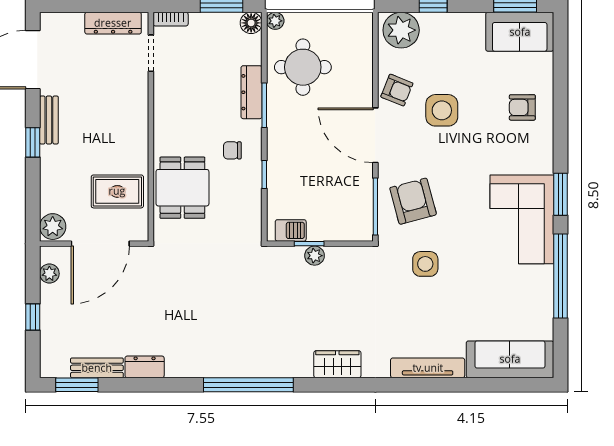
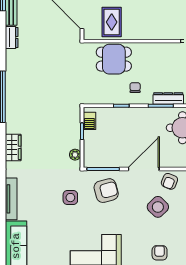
side table: (442, 110) -> (158, 207), turned 45
plant: (315, 256) -> (75, 155), moved

